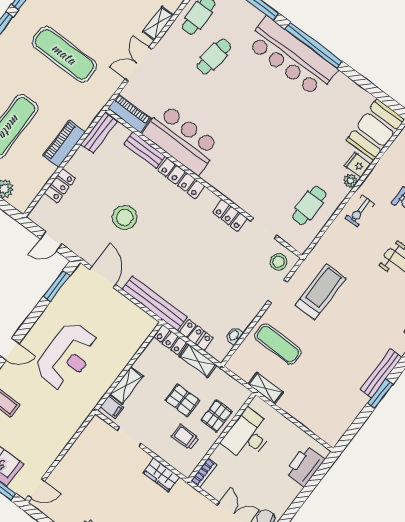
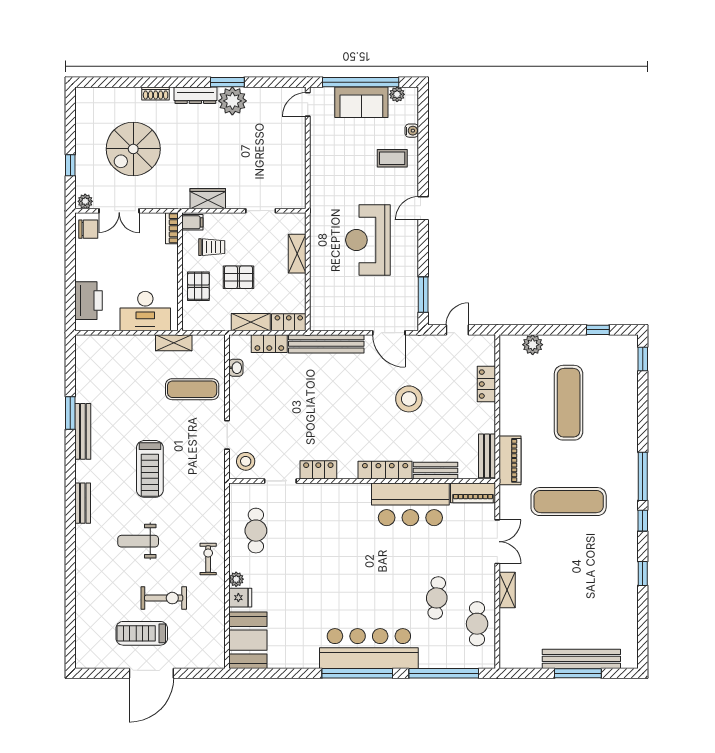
piano: (64, 144) -> (510, 460), moved
treadmill: (320, 292) -> (150, 469), moved
filing cabinet: (112, 407) -> (192, 222), moved, turned 180
desk: (248, 435) -> (145, 311), moved, turned 90

